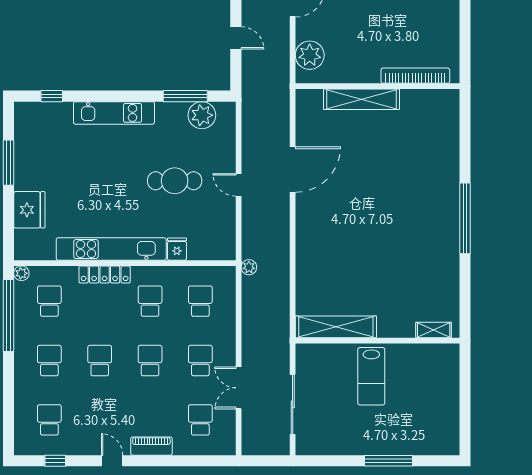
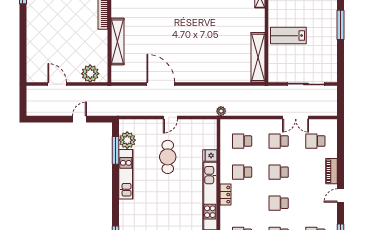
kitchen unit: (114, 113) -> (126, 174), moved
locker: (105, 274) -> (226, 195), width x0.66
lab bench: (371, 376) -> (288, 36), turned 180

